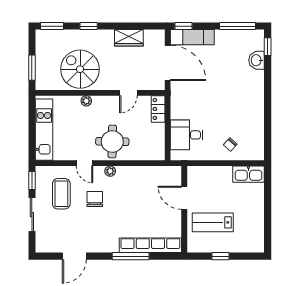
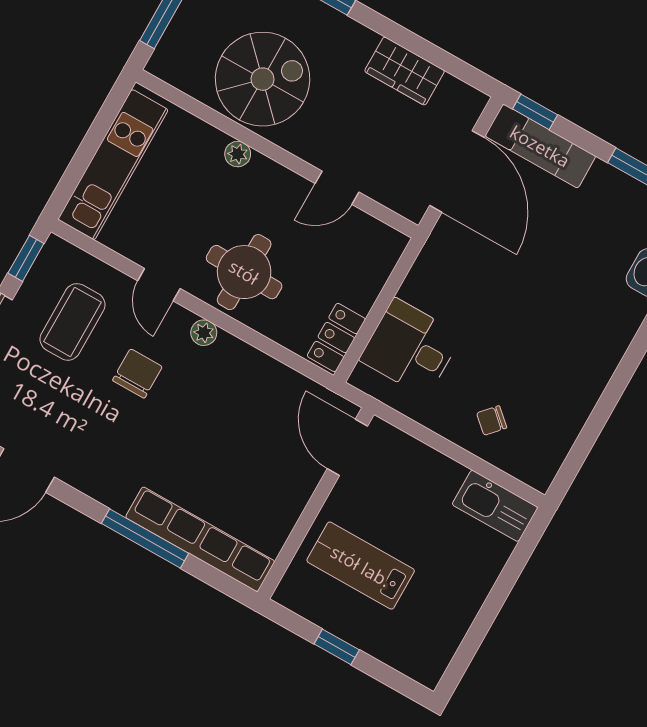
spiral stairs: (80, 69) -> (263, 79), turned 90
locker: (158, 109) -> (336, 338), moved
door: (184, 198) -> (347, 447), moved

